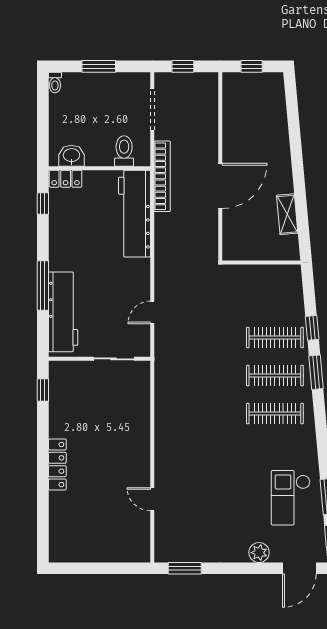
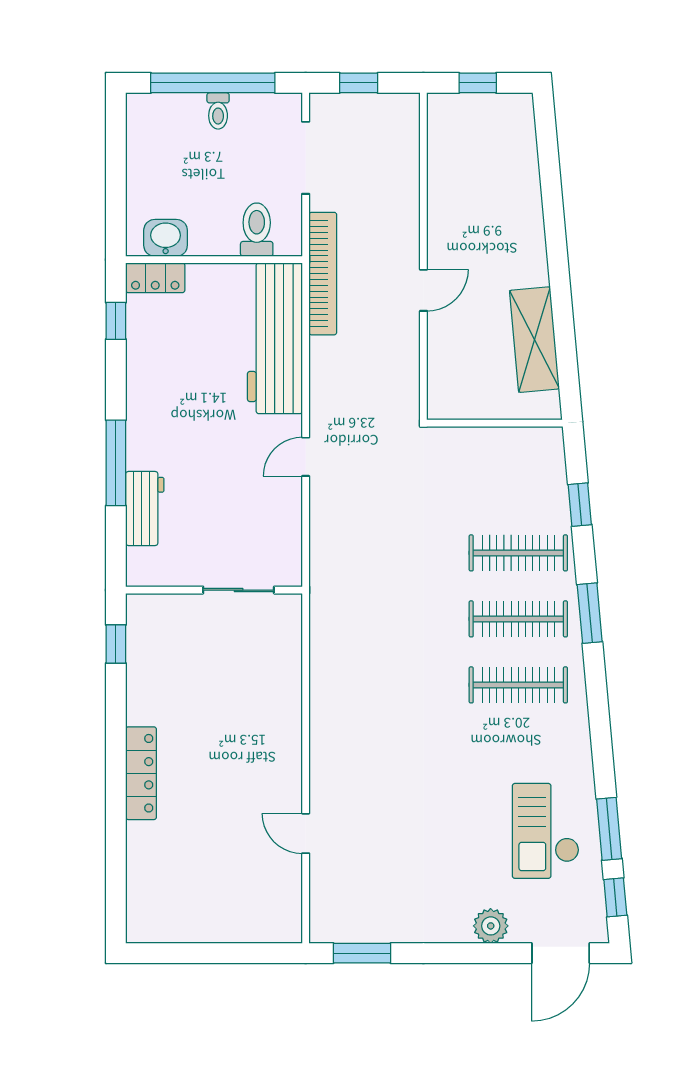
window: (99, 66) -> (213, 83), width x2.11
toilet: (55, 83) -> (218, 111), moved
door: (220, 186) -> (423, 290), width x0.53
shelving: (287, 214) -> (534, 340), width x1.50, depth x1.33
workbench: (63, 312) -> (145, 508), width x0.53, depth x0.76
door: (152, 312) -> (306, 457), moved
window: (312, 328) -> (580, 505), moved

